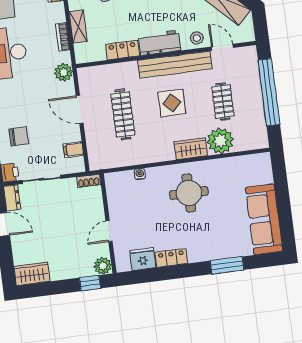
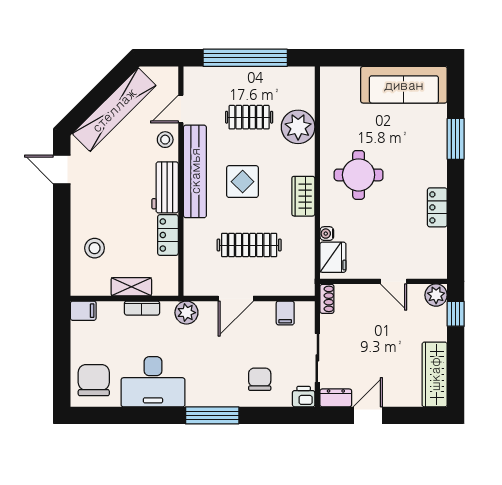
wardrobe: (191, 149) -> (303, 196), moved
fridge: (143, 259) -> (333, 257), moved, turned 180
wardrobe: (32, 274) -> (435, 374), width x1.50

